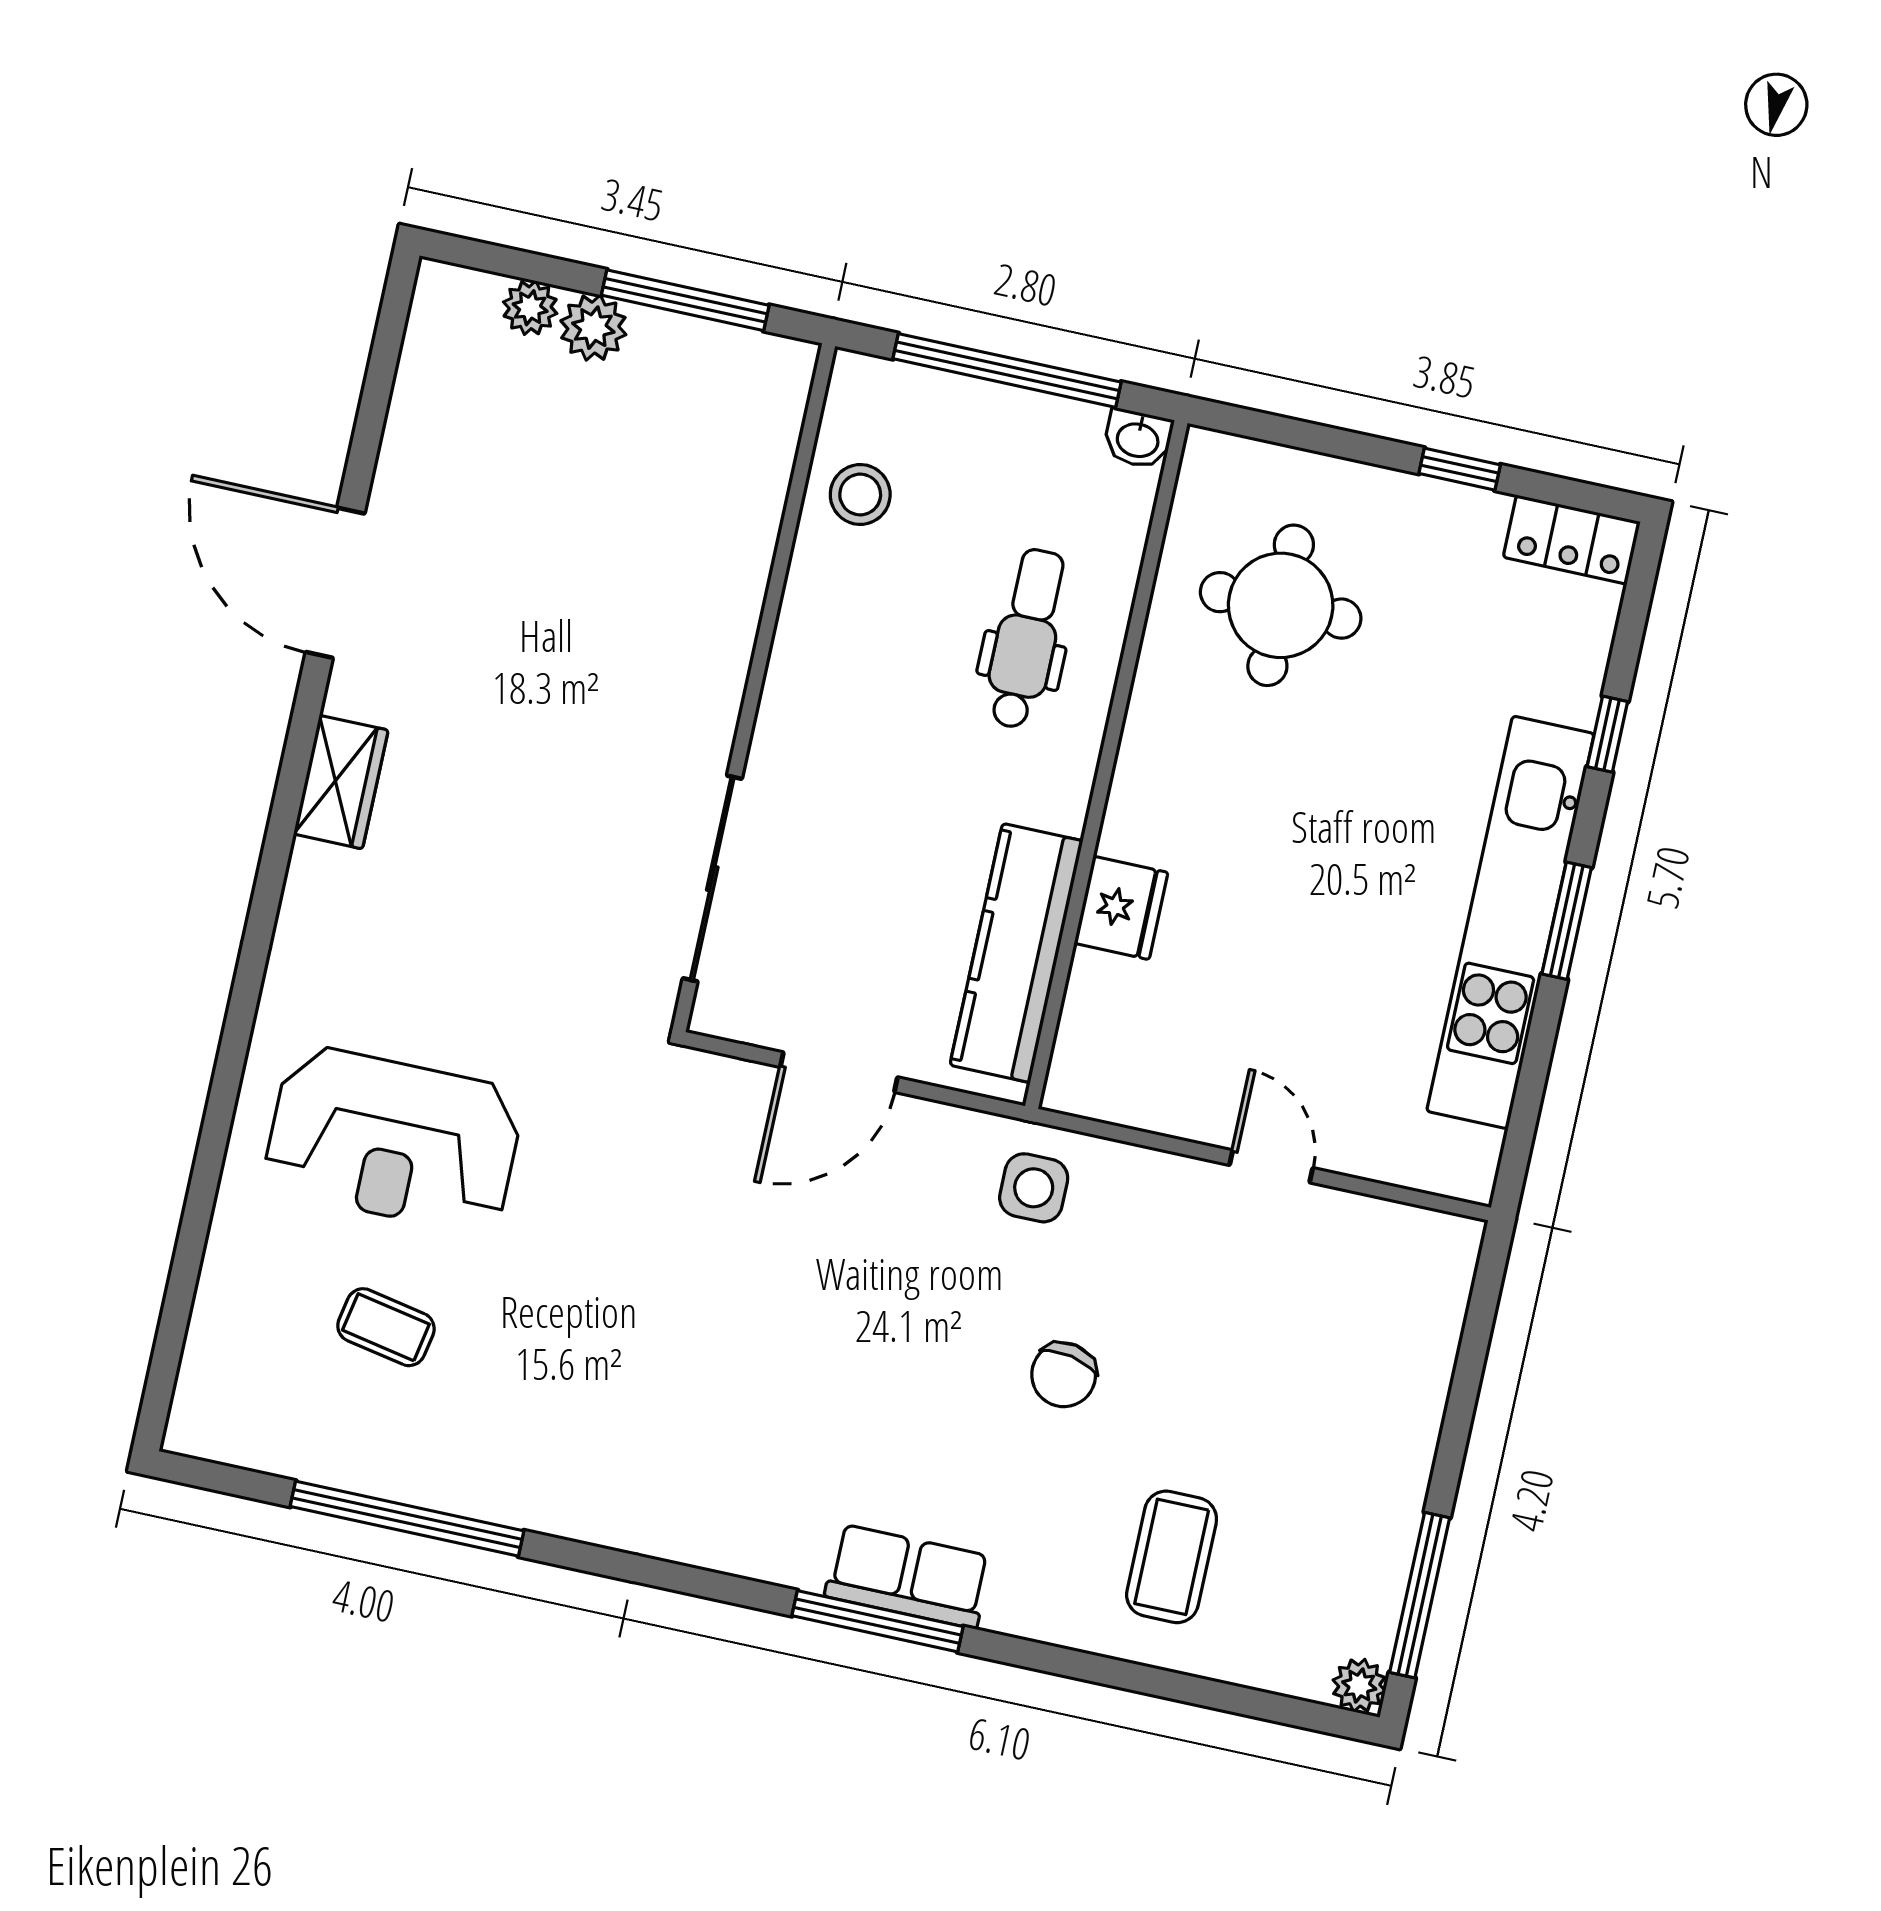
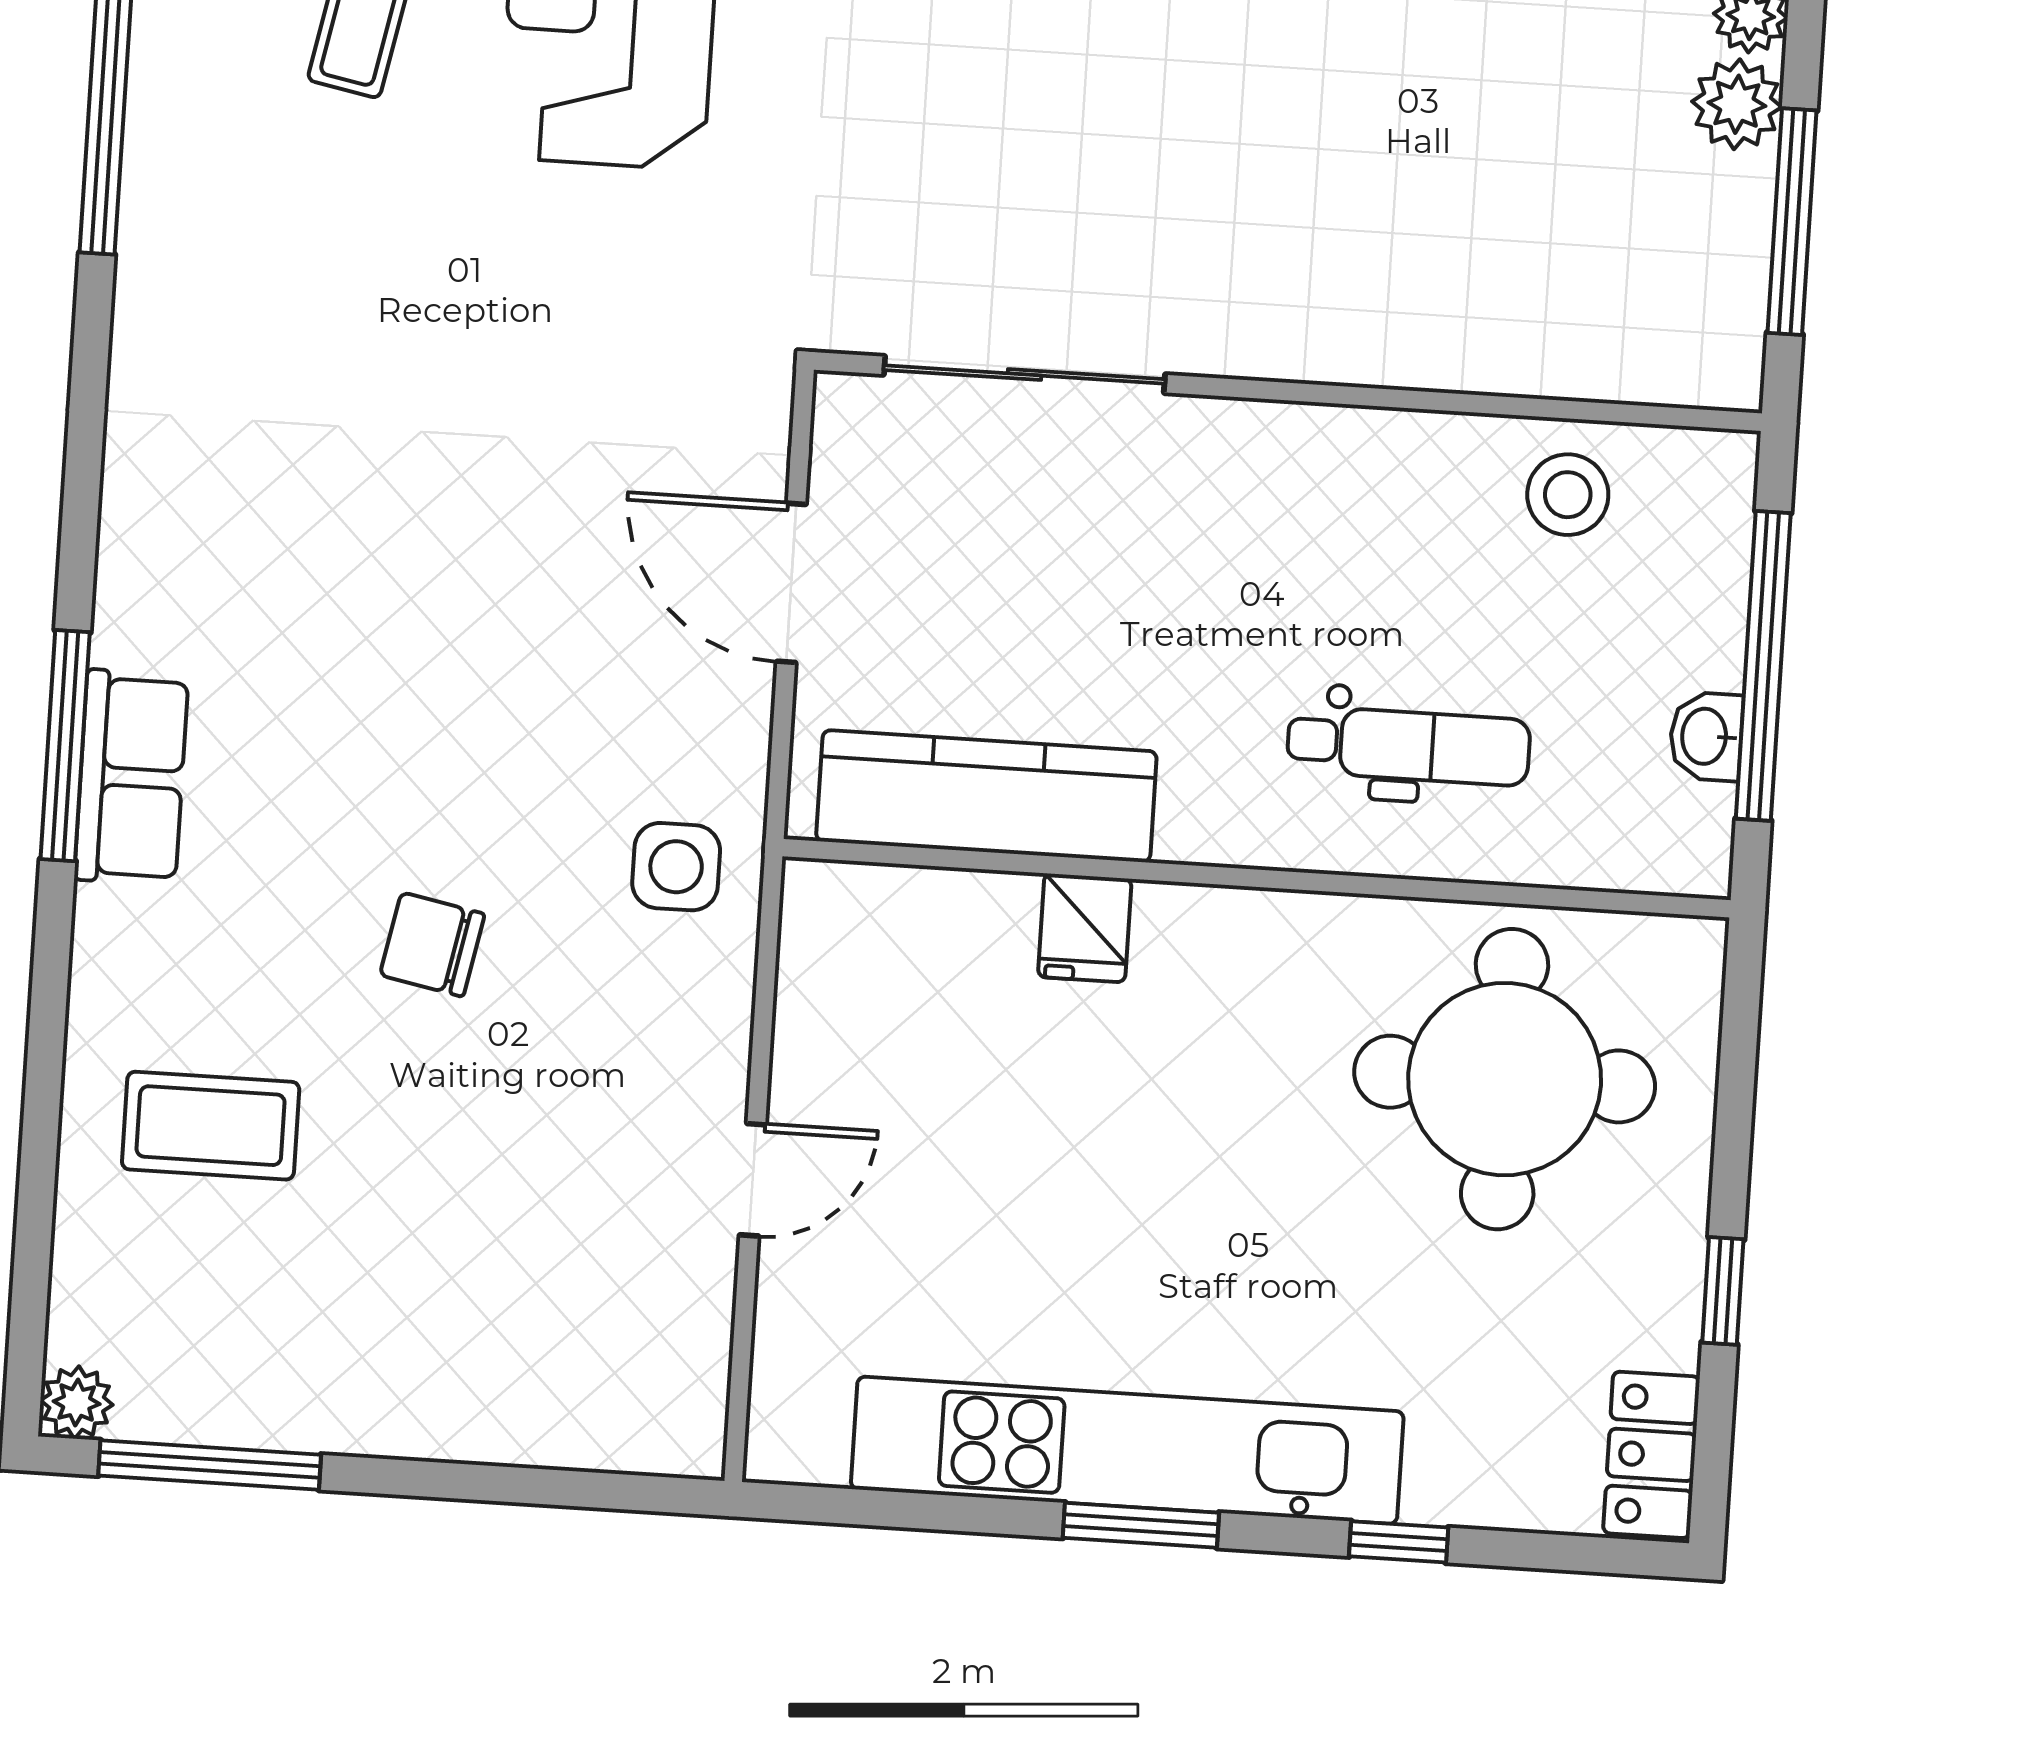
washbasin: (1138, 439) -> (1706, 736), moved
round table: (1281, 605) -> (1505, 1079), width x1.36, depth x1.36
fridge: (1121, 908) -> (1085, 928), width x0.72

